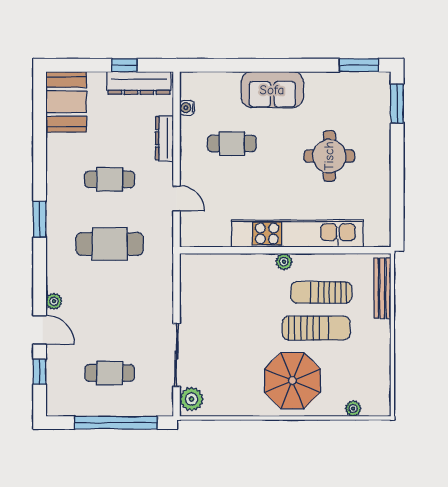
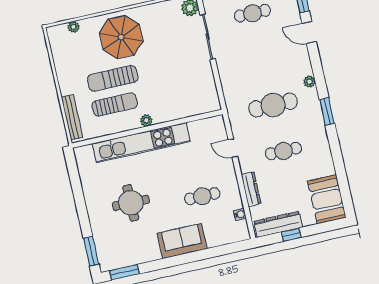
plant: (54, 301) -> (309, 82), moved

